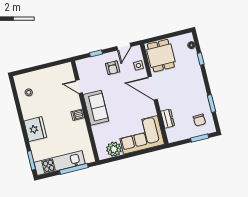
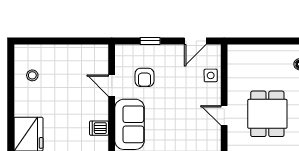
dining table: (161, 56) -> (267, 114), moved
armchair: (113, 68) -> (144, 77), moved
door: (153, 88) -> (224, 116), width x0.53

